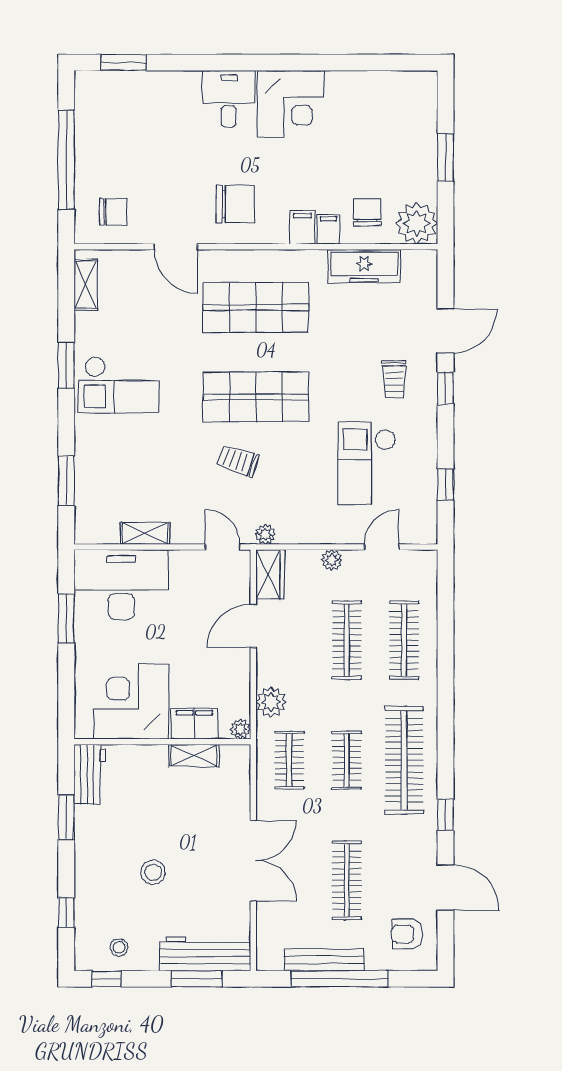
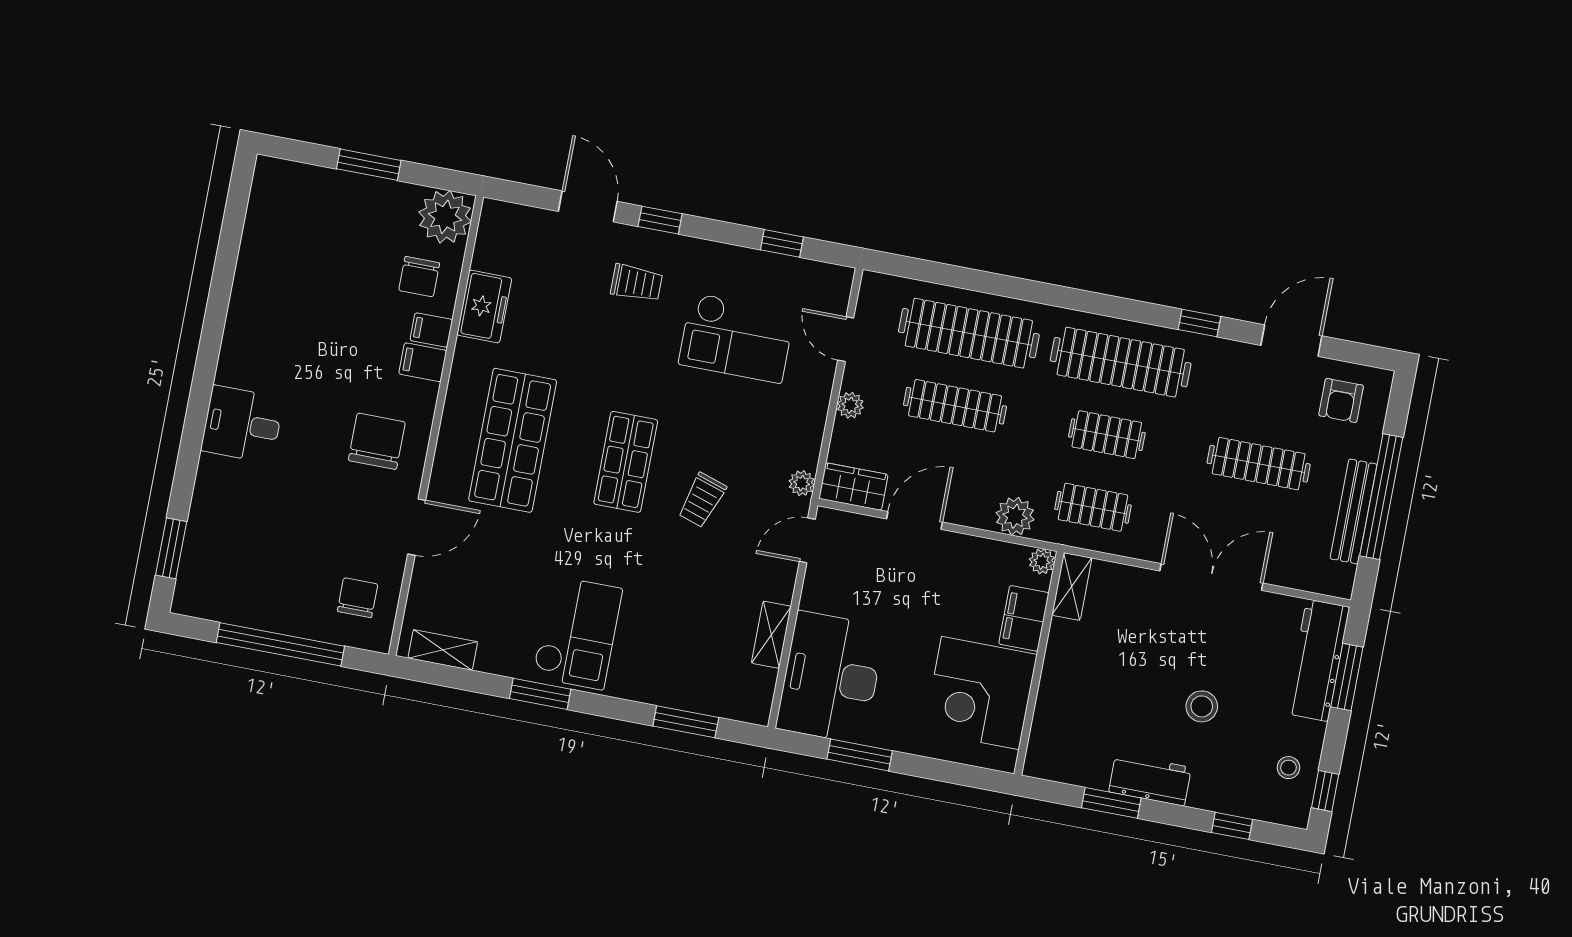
corner desk: (291, 104) -> (264, 347), removed
chair: (367, 212) -> (419, 277), turned -90
freezer: (364, 266) -> (484, 307), width x0.71
shop shelf: (256, 397) -> (626, 462), width x0.70, depth x0.74
door: (253, 626) -> (914, 520), swing flipped
clothes rail: (404, 640) -> (969, 333), width x1.37, depth x1.31
shelving: (194, 756) -> (1072, 587), moved
workbench: (90, 774) -> (1150, 780), moved

